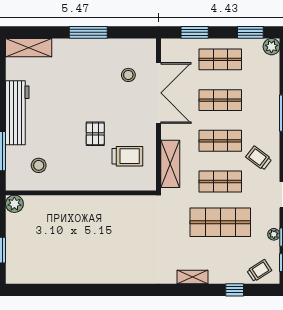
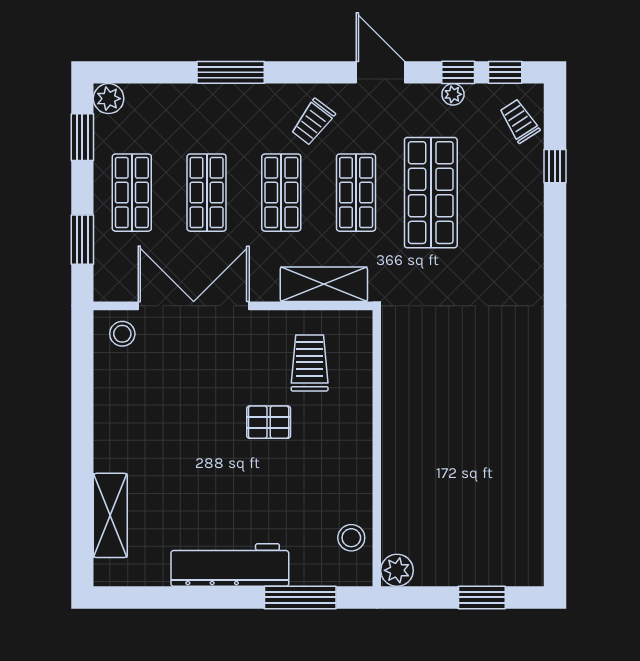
window: (88, 32) -> (82, 435), removed
shelving: (29, 48) -> (110, 515), moved
stool: (128, 75) -> (122, 334), moved
stool: (39, 165) -> (351, 538), moved
shelving: (192, 277) -> (531, 244), removed

